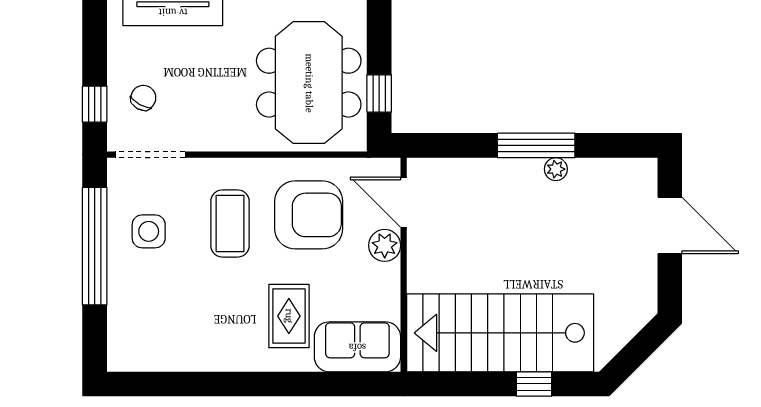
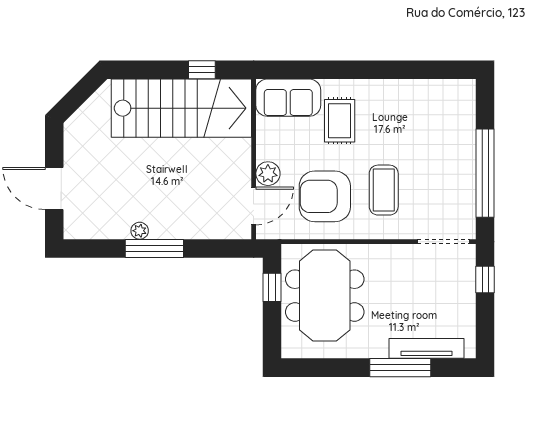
chair: (143, 98) -> (449, 284), removed
door: (404, 202) -> (254, 206), hinge flipped
side table: (149, 231) -> (445, 184), removed
window: (534, 384) -> (202, 70), moved

